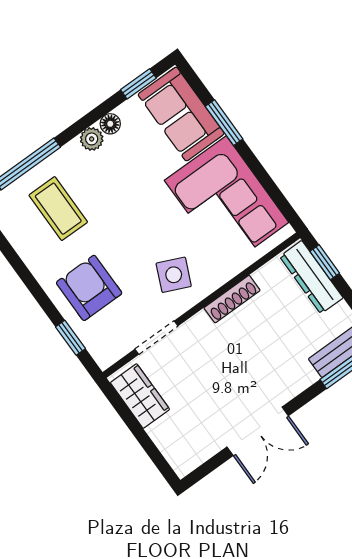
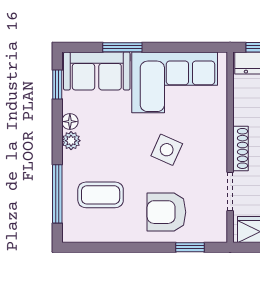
side table: (174, 275) -> (167, 150), moved
shoe rack: (232, 299) -> (241, 148), moved

